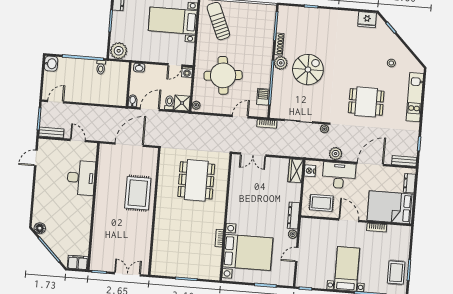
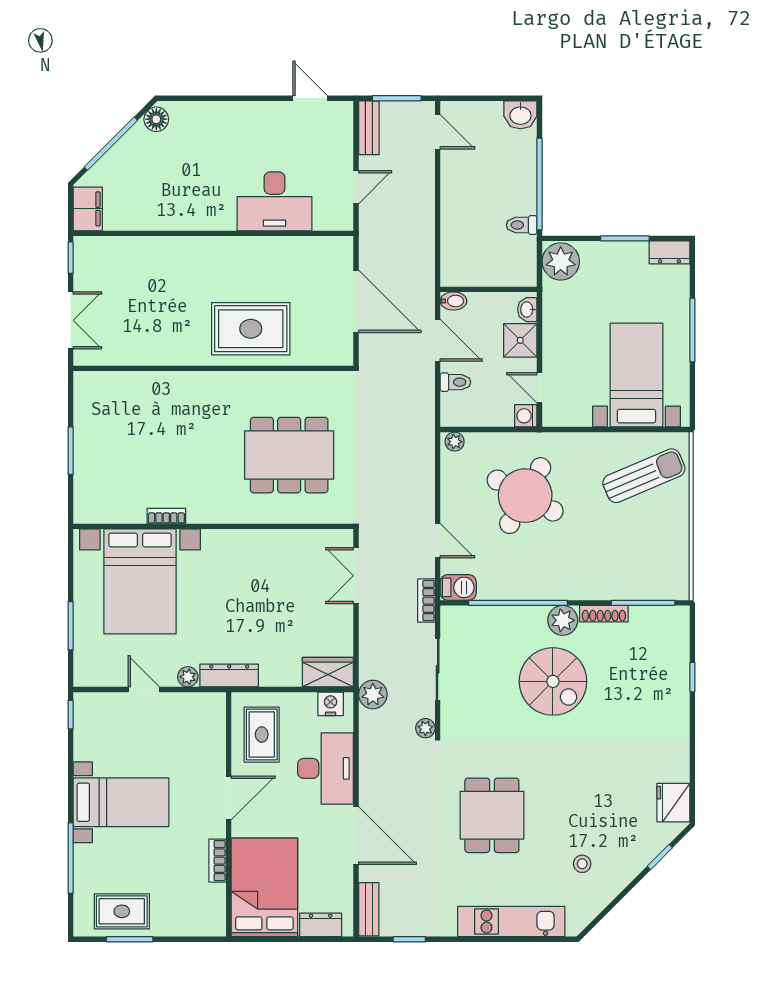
round table: (223, 75) -> (525, 496), turned 35
barbecue: (263, 97) -> (458, 587), moved
shower: (182, 103) -> (520, 340), moved
plant: (336, 154) -> (373, 695), moved

